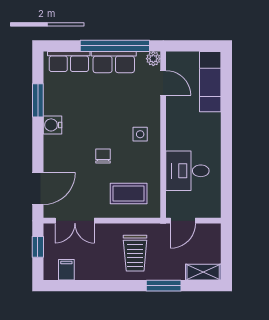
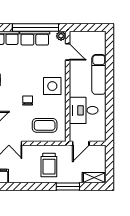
exam couch: (210, 82) -> (99, 74), moved
side table: (140, 134) -> (52, 86), width x1.87, depth x1.87

